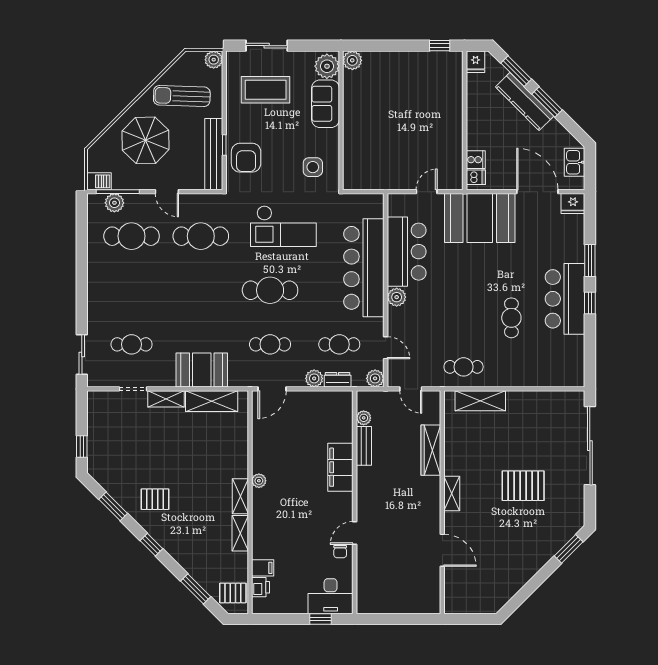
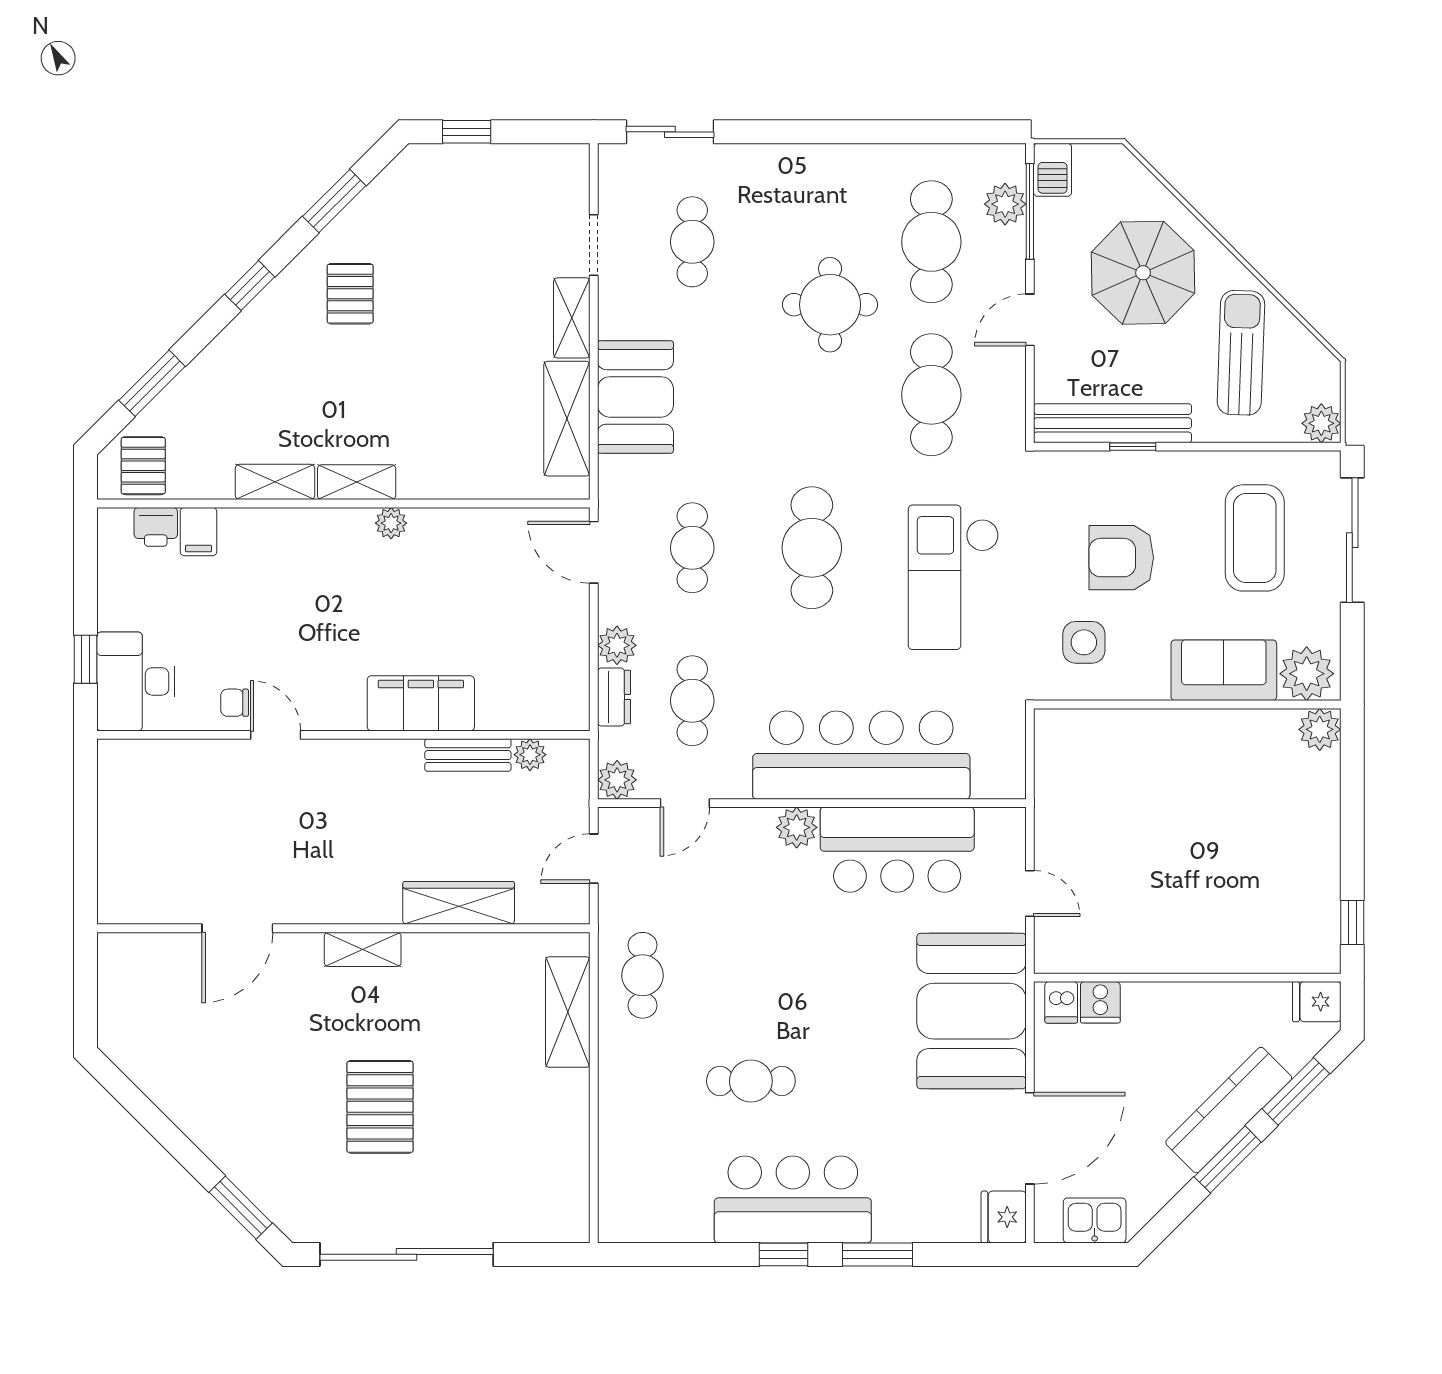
sliding door: (267, 46) -> (1352, 540), width x1.37
armchair: (246, 158) -> (1121, 558), moved
round table: (160, 282) -> (830, 305), added
sliding door: (590, 446) -> (407, 1254), moved

